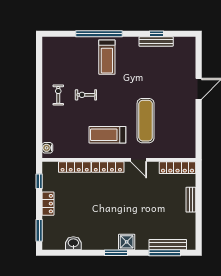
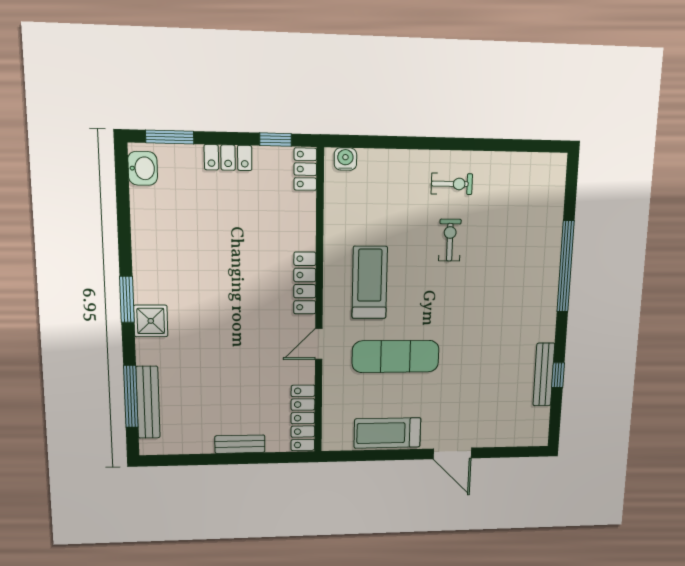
treadmill: (107, 57) -> (387, 433), moved
locker: (75, 167) -> (305, 169), moved, width x0.66
washbasin: (73, 243) -> (143, 168), moved

